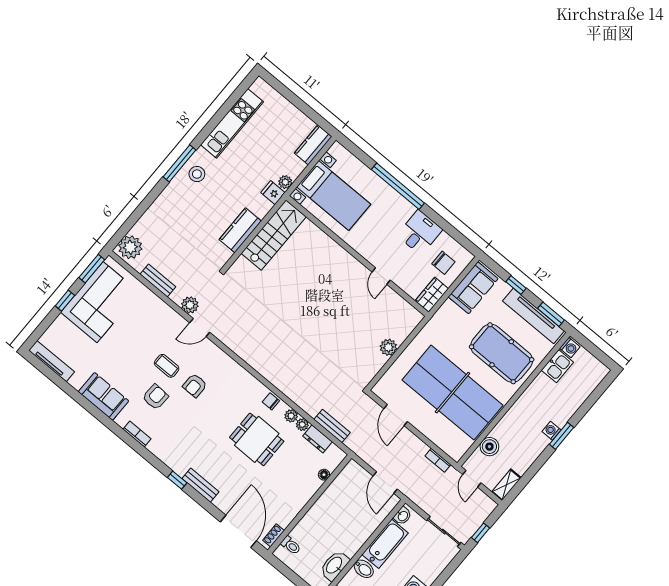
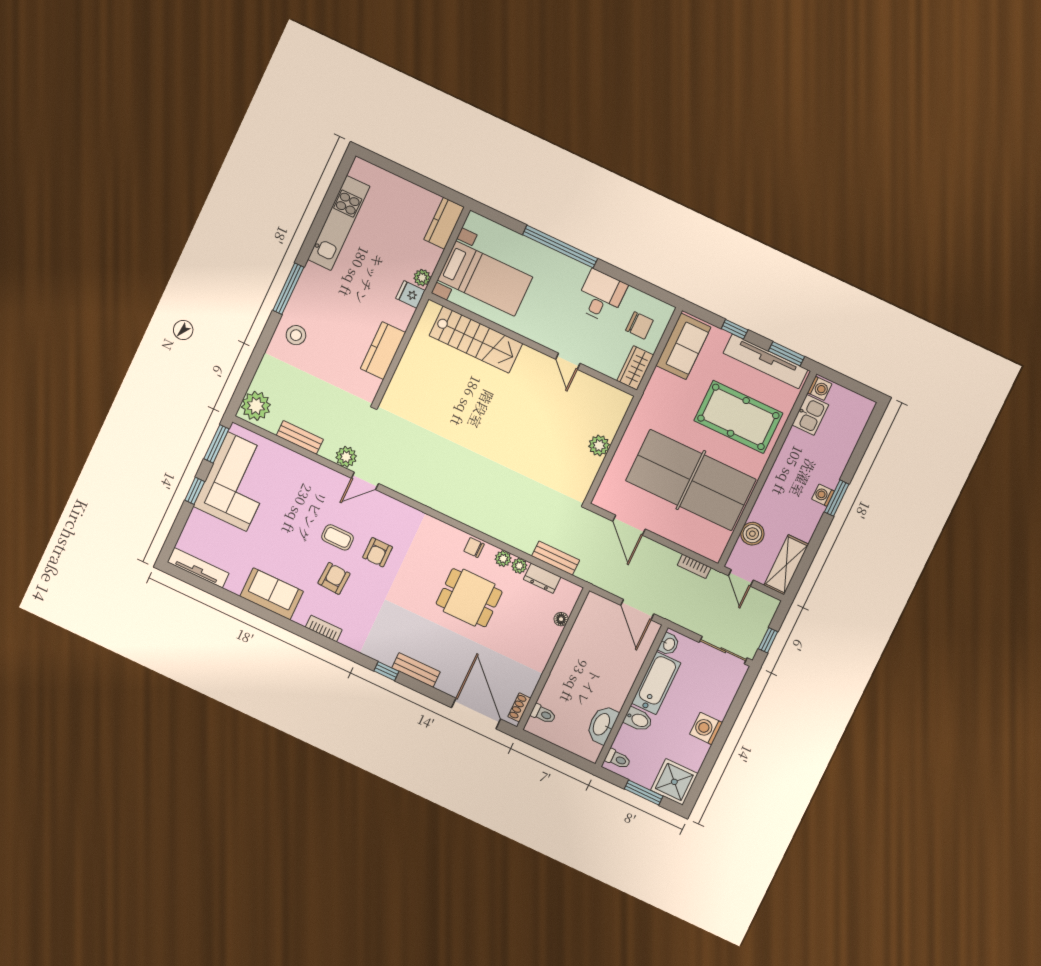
stool: (197, 174) -> (296, 335), moved
stairs: (274, 235) -> (476, 340), moved, turned 90
shelving: (506, 485) -> (786, 565), width x1.50, depth x1.33

